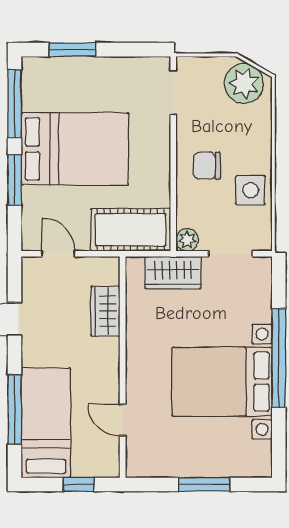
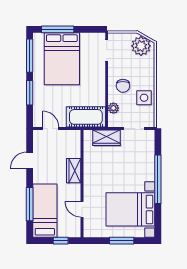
window: (72, 50) -> (58, 29), width x1.44
bed: (75, 149) -> (62, 59), moved, turned 90
chair: (207, 166) -> (123, 86), turned -90
plant: (187, 240) -> (113, 108), moved
wardrobe: (105, 311) -> (74, 171), moved
bed with nightstands: (222, 382) -> (130, 209), moved

